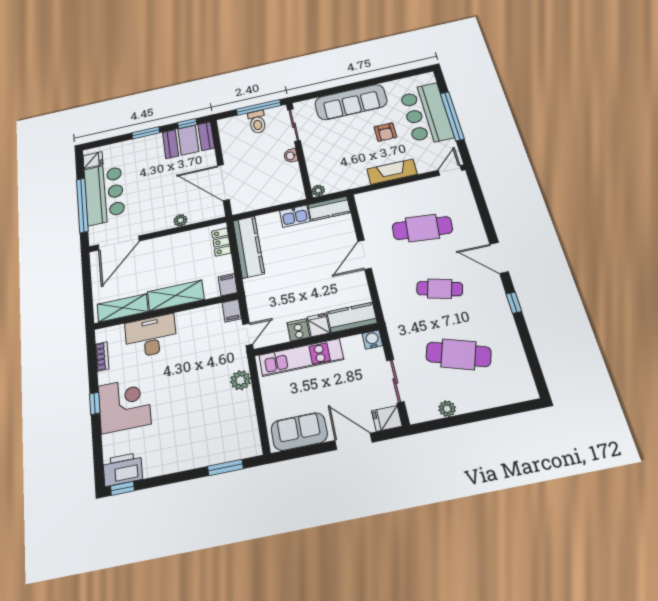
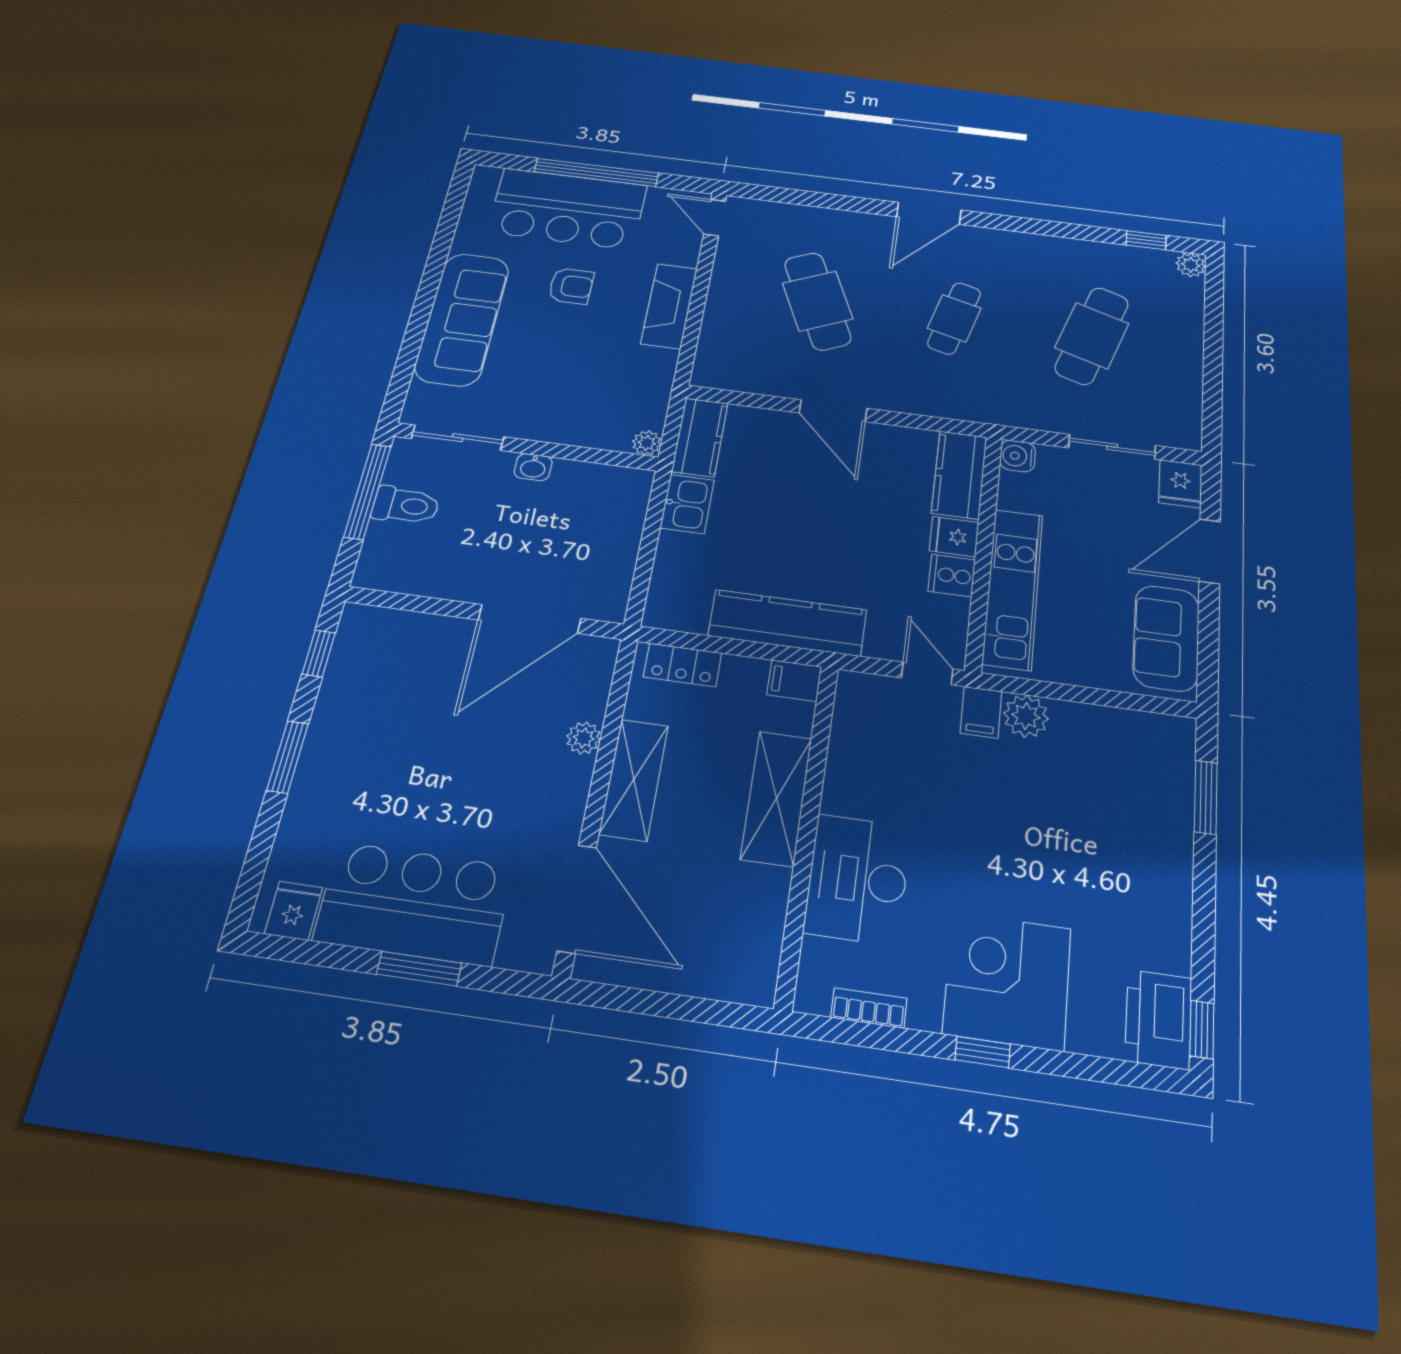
booth: (188, 140) -> (369, 663), removed
window: (82, 205) -> (419, 969), width x0.47
cafe table: (422, 228) -> (818, 301), turned -30
kitchen counter: (249, 247) -> (787, 623), moved
window: (514, 303) -> (1146, 240), moved
shelving: (123, 308) -> (634, 780), moved
filing cabinet: (232, 311) -> (981, 712), moved, turned 90
plant: (447, 409) -> (1191, 265), moved

